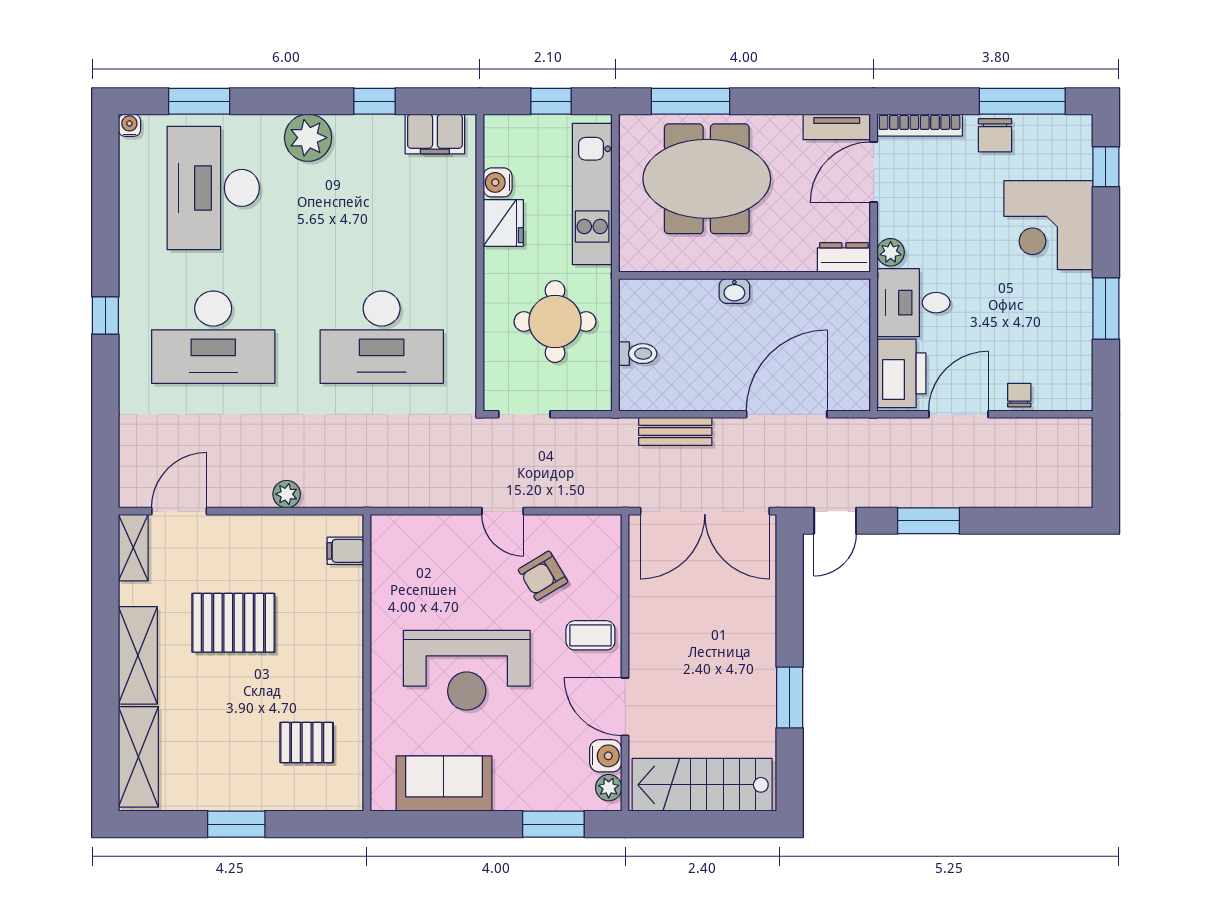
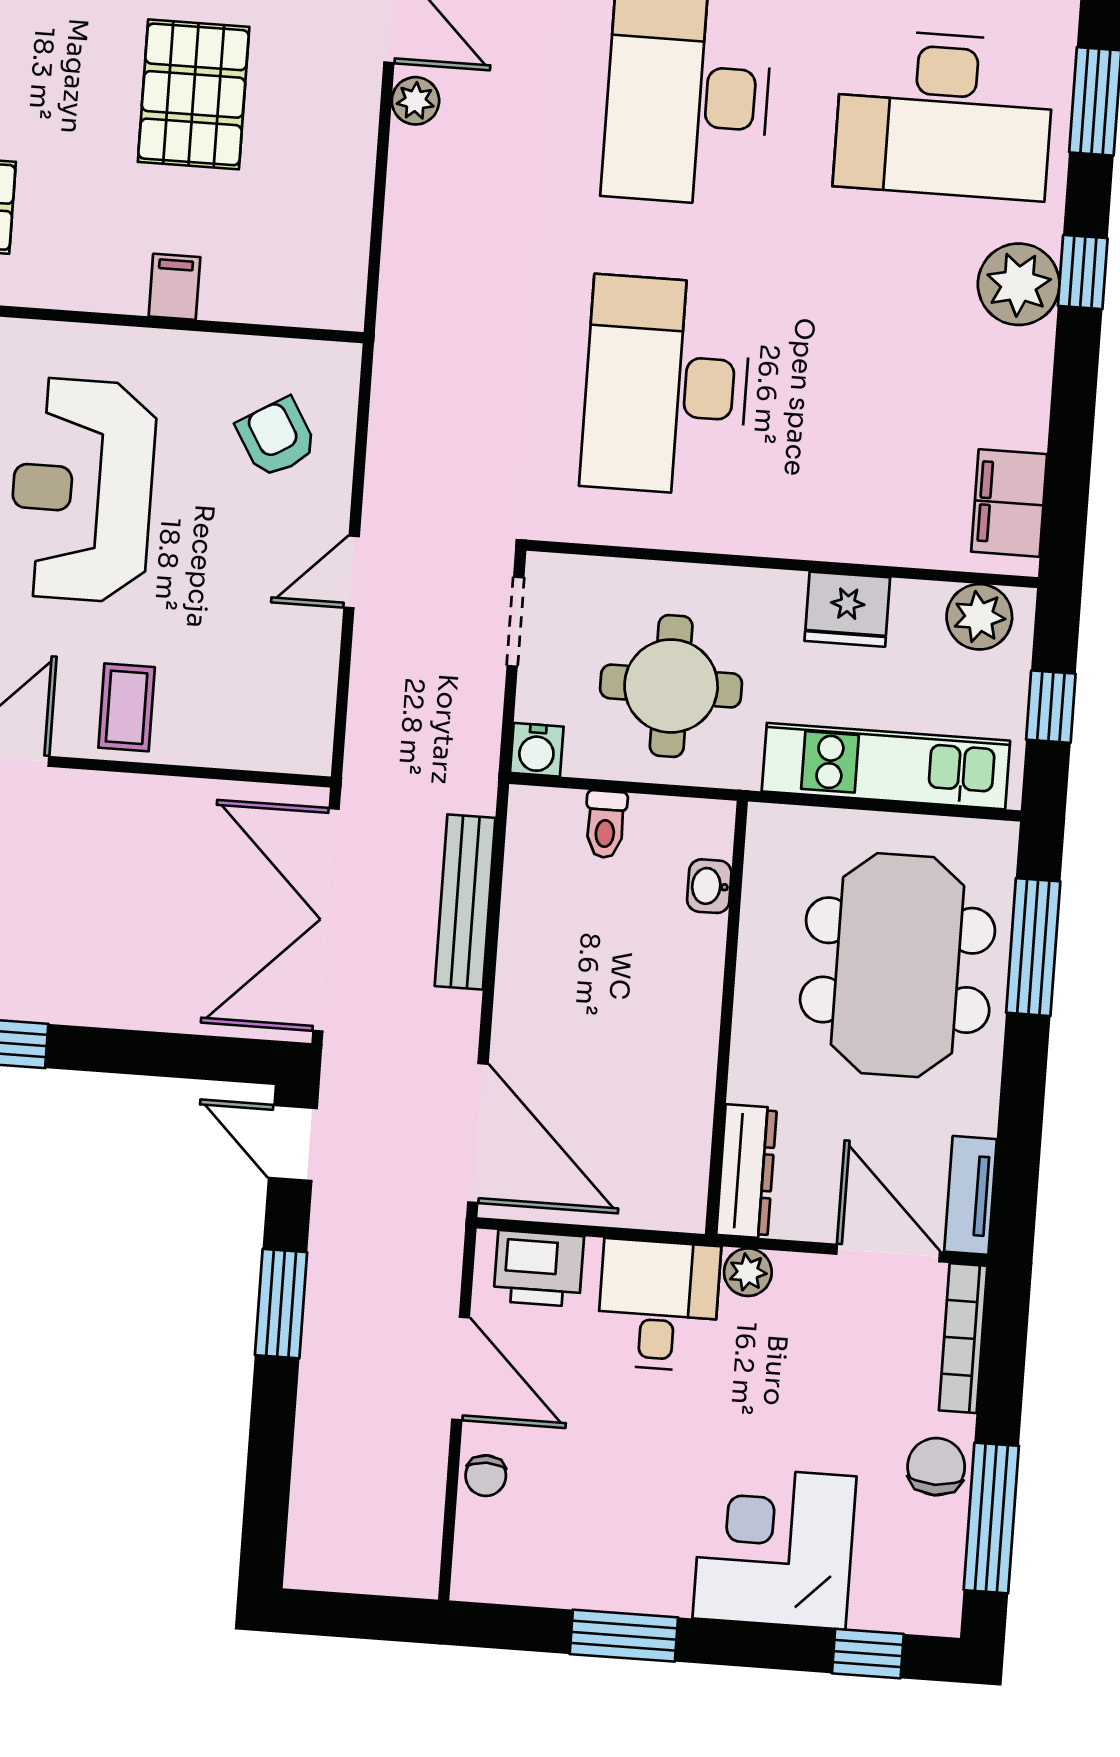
window: (374, 101) -> (1083, 272), moved
chair: (995, 135) -> (936, 1467), turned 90
plant: (502, 146) -> (979, 617), added
water cooler: (498, 182) -> (537, 750), moved, turned 180
desk: (213, 188) -> (944, 115), turned 180
dresser: (844, 257) -> (746, 1171), width x1.44
washbasin: (734, 291) -> (709, 886), moved
printer: (901, 373) -> (539, 1269), width x0.73, depth x0.84
chair: (1019, 395) -> (486, 1476), turned 90
door: (787, 414) -> (478, 1133), moved
bench: (675, 431) -> (465, 902), width x1.36
plant: (287, 494) -> (415, 101), moved
filing cabinet: (345, 551) -> (174, 287), moved
armchair: (543, 576) -> (277, 438), moved

